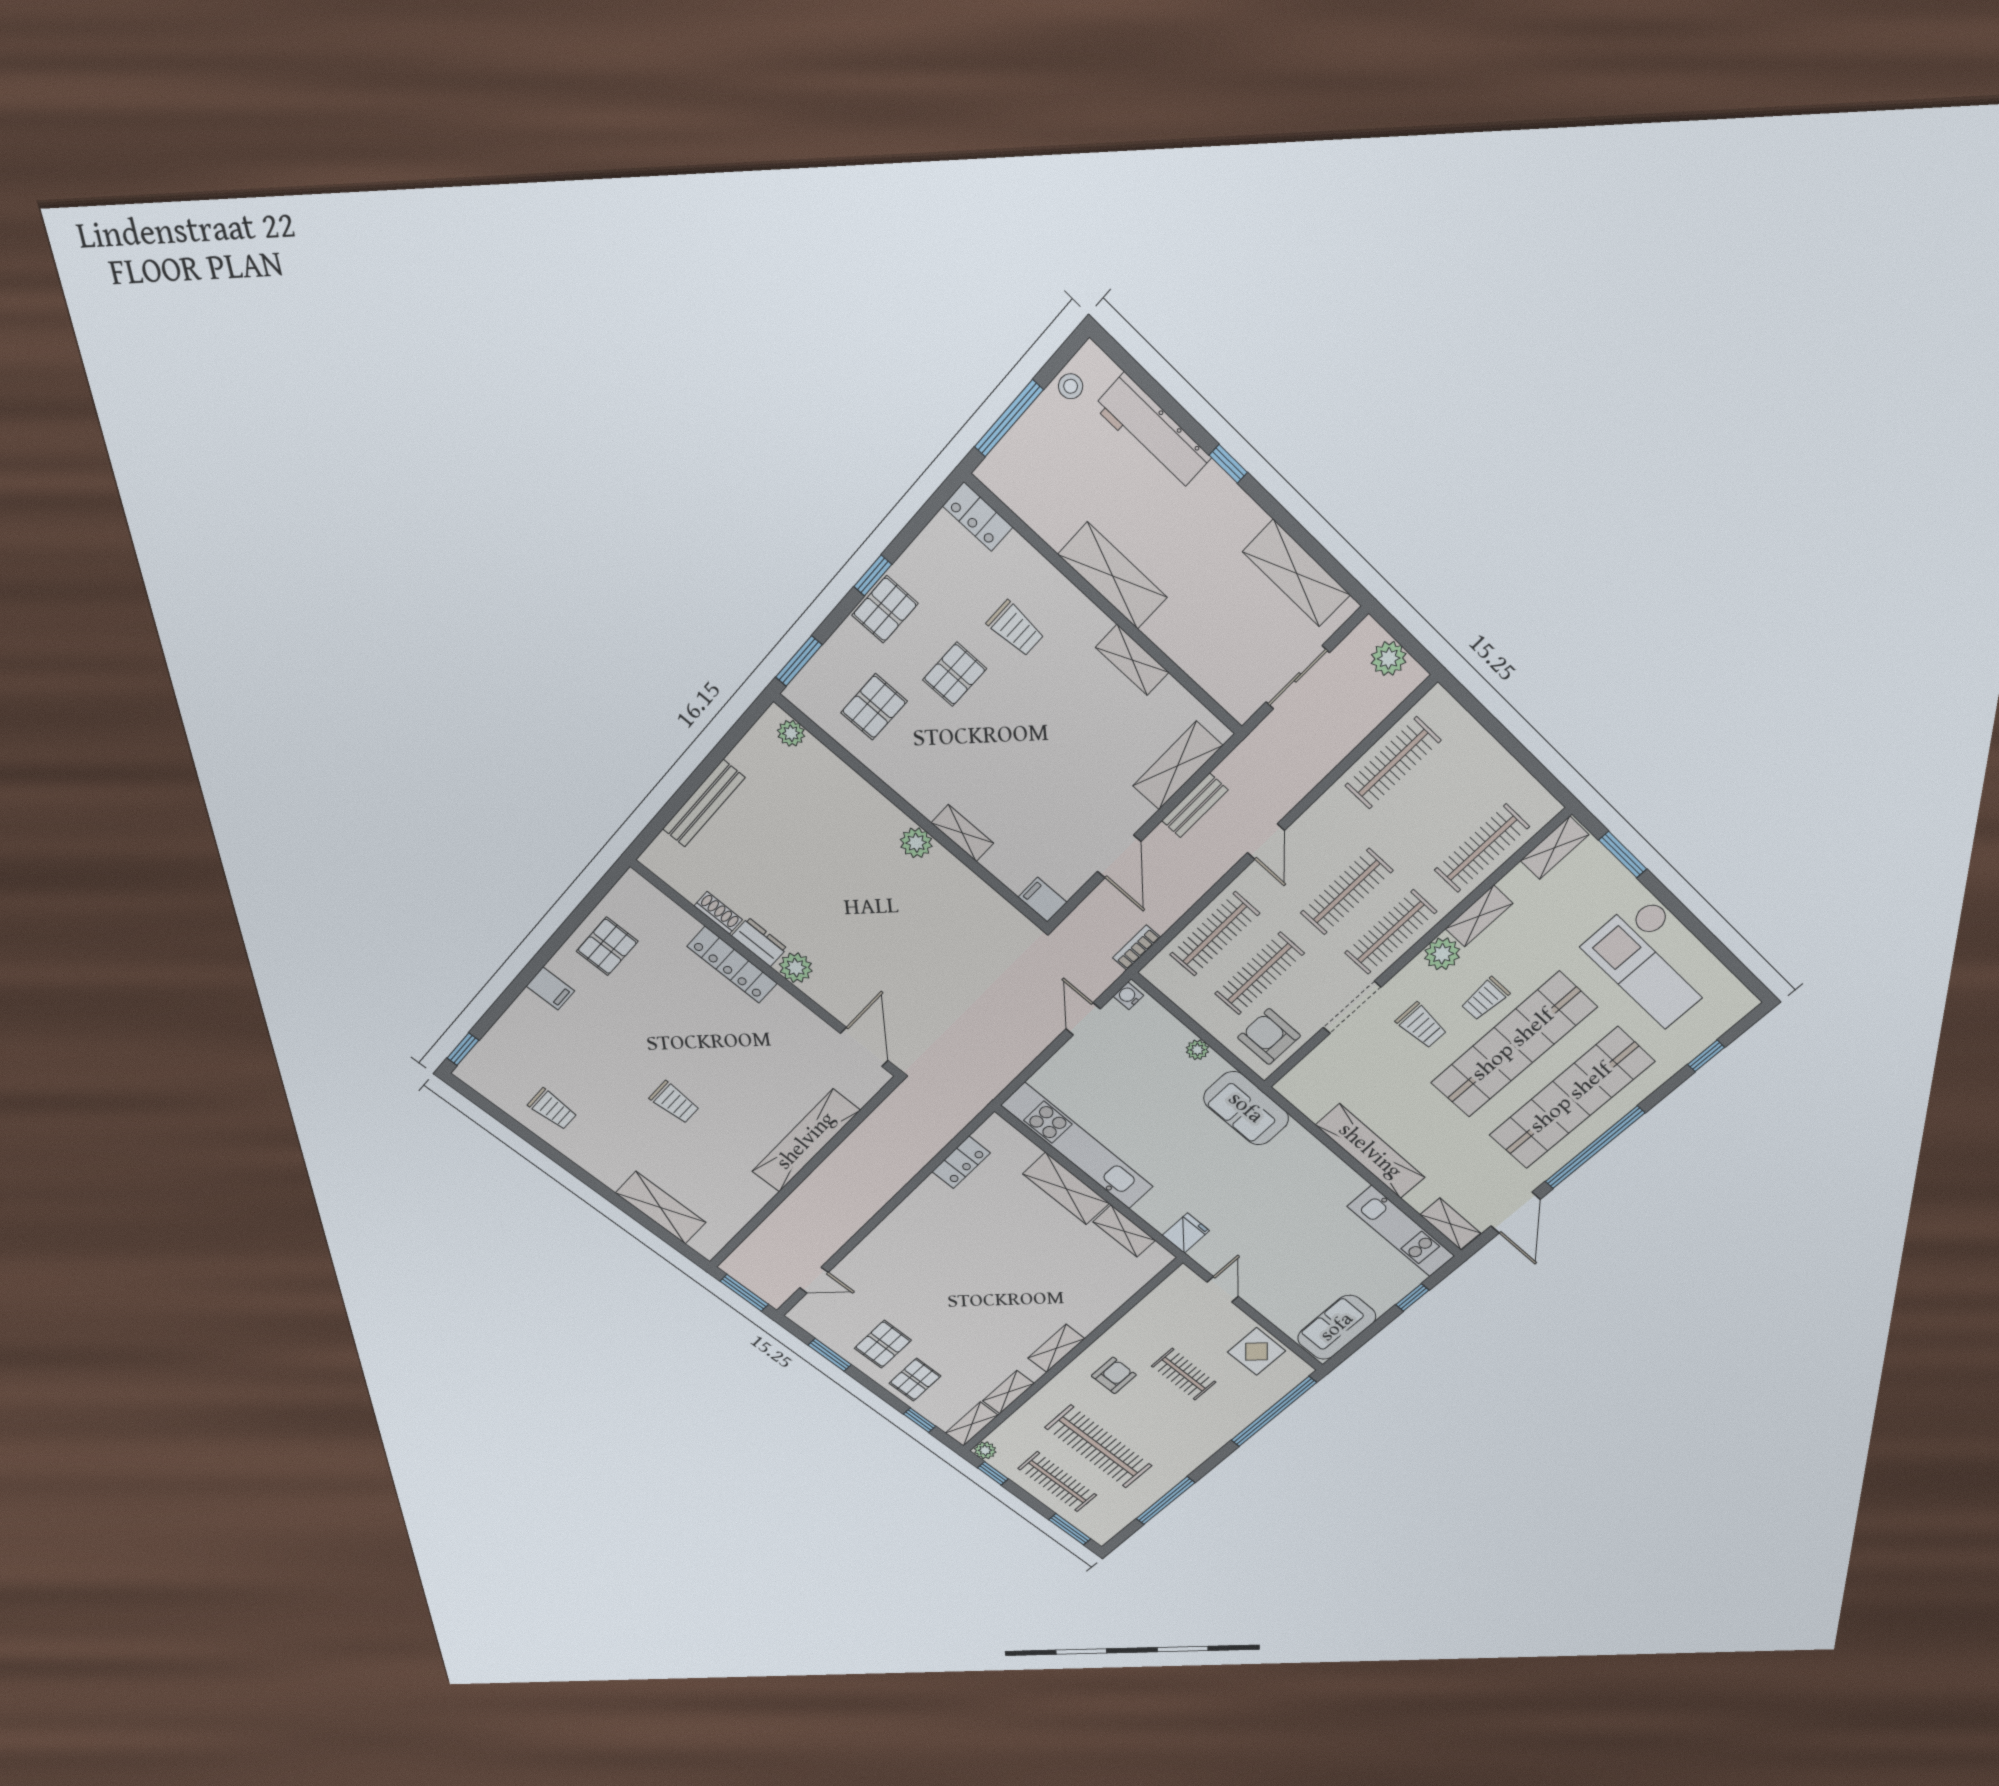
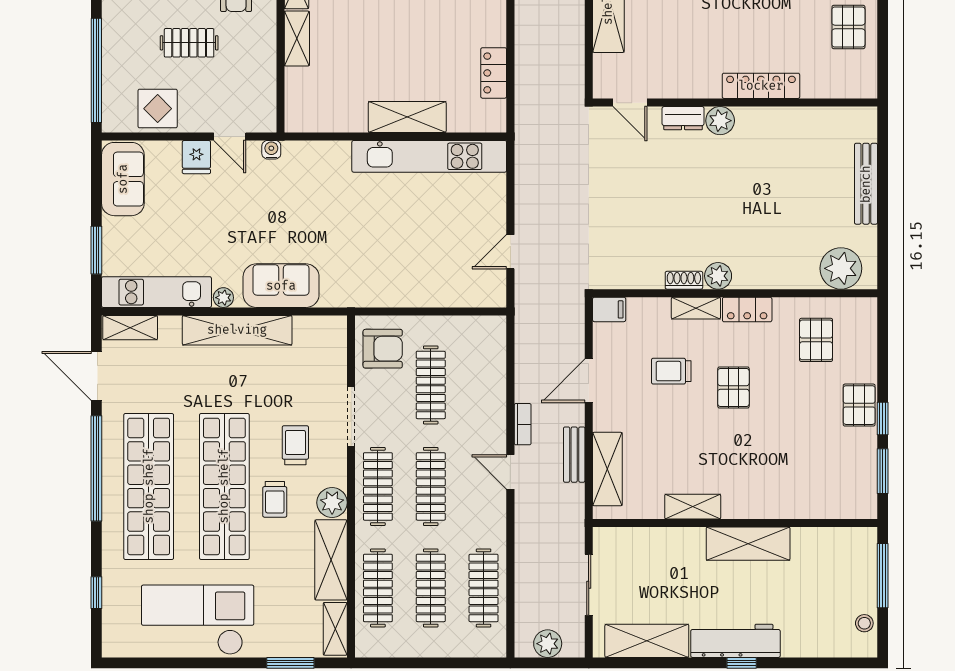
workbench: (1153, 432) -> (735, 641), moved
locker: (978, 517) -> (747, 310), moved, turned 180
trolley: (1016, 629) -> (671, 371), moved
window: (799, 661) -> (883, 471), moved
pallet: (955, 674) -> (733, 387), moved
plant: (791, 733) -> (841, 268), width x1.87, depth x1.87
door: (1119, 856) -> (589, 381), hinge flipped
shoe rack: (718, 913) -> (684, 280), moved, turned 180
shelving: (1479, 916) -> (331, 560), width x1.50, depth x1.33
clothes rail: (1215, 934) -> (431, 588), moved
dresser: (759, 942) -> (683, 118), moved
bookcase: (1137, 948) -> (523, 424), moved
water cooler: (1128, 996) -> (271, 150), moved, turned -90
trolley: (1485, 999) -> (275, 499), turned 180
door: (1083, 1019) -> (510, 252), swing flipped
trolley: (1421, 1026) -> (295, 445), turned 90
door: (864, 1047) -> (630, 103), width x0.73
plant: (1197, 1050) -> (223, 298), moved
sofa: (1246, 1108) -> (281, 286), moved
shelving: (1124, 1231) -> (297, 39), moved, turned 90
fridge: (1186, 1233) -> (196, 157), moved
window: (1412, 1297) -> (96, 250), width x1.50

